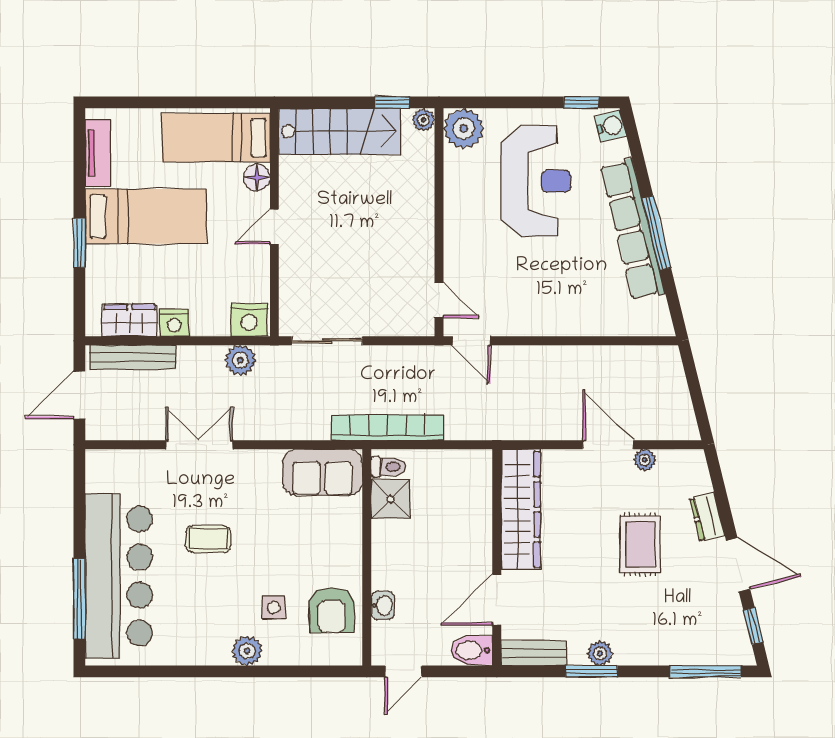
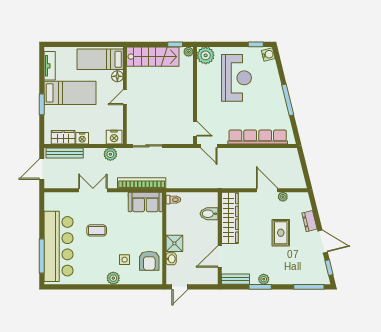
row of seats: (633, 230) -> (258, 137), moved, turned 104
bookcase: (388, 428) -> (142, 183), moved
shower: (391, 499) -> (174, 243), moved
bidet: (472, 650) -> (209, 214), moved

